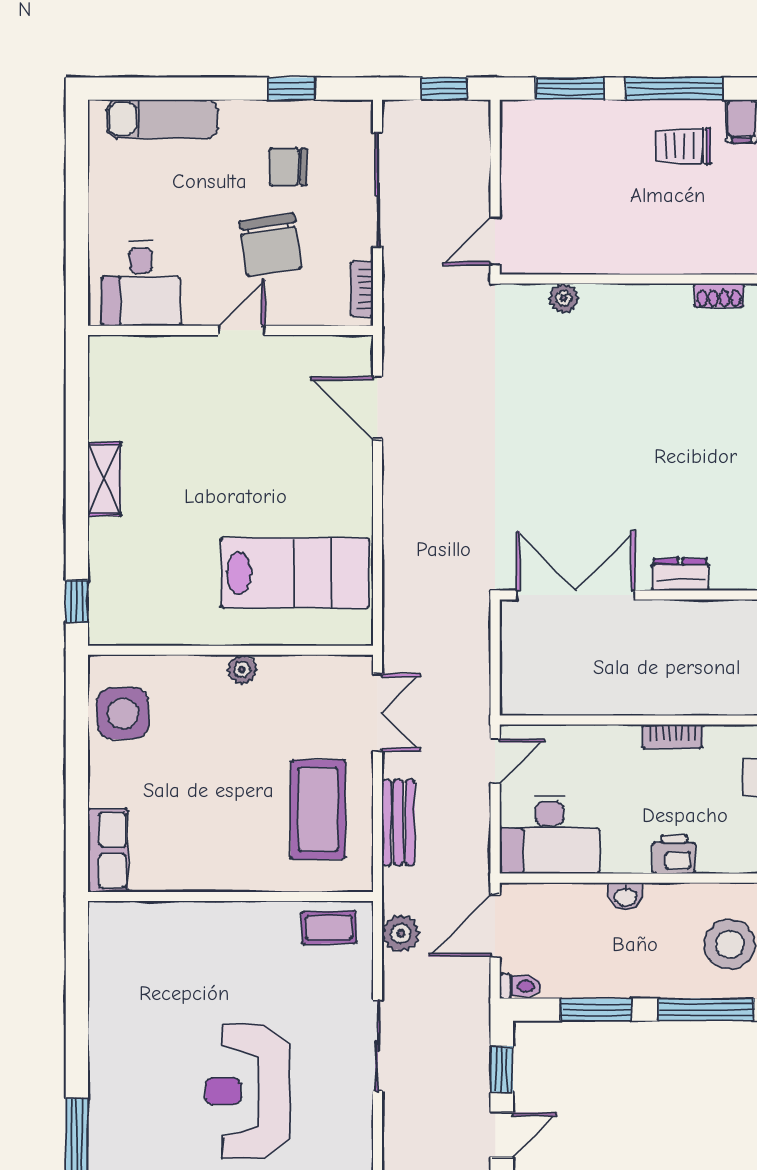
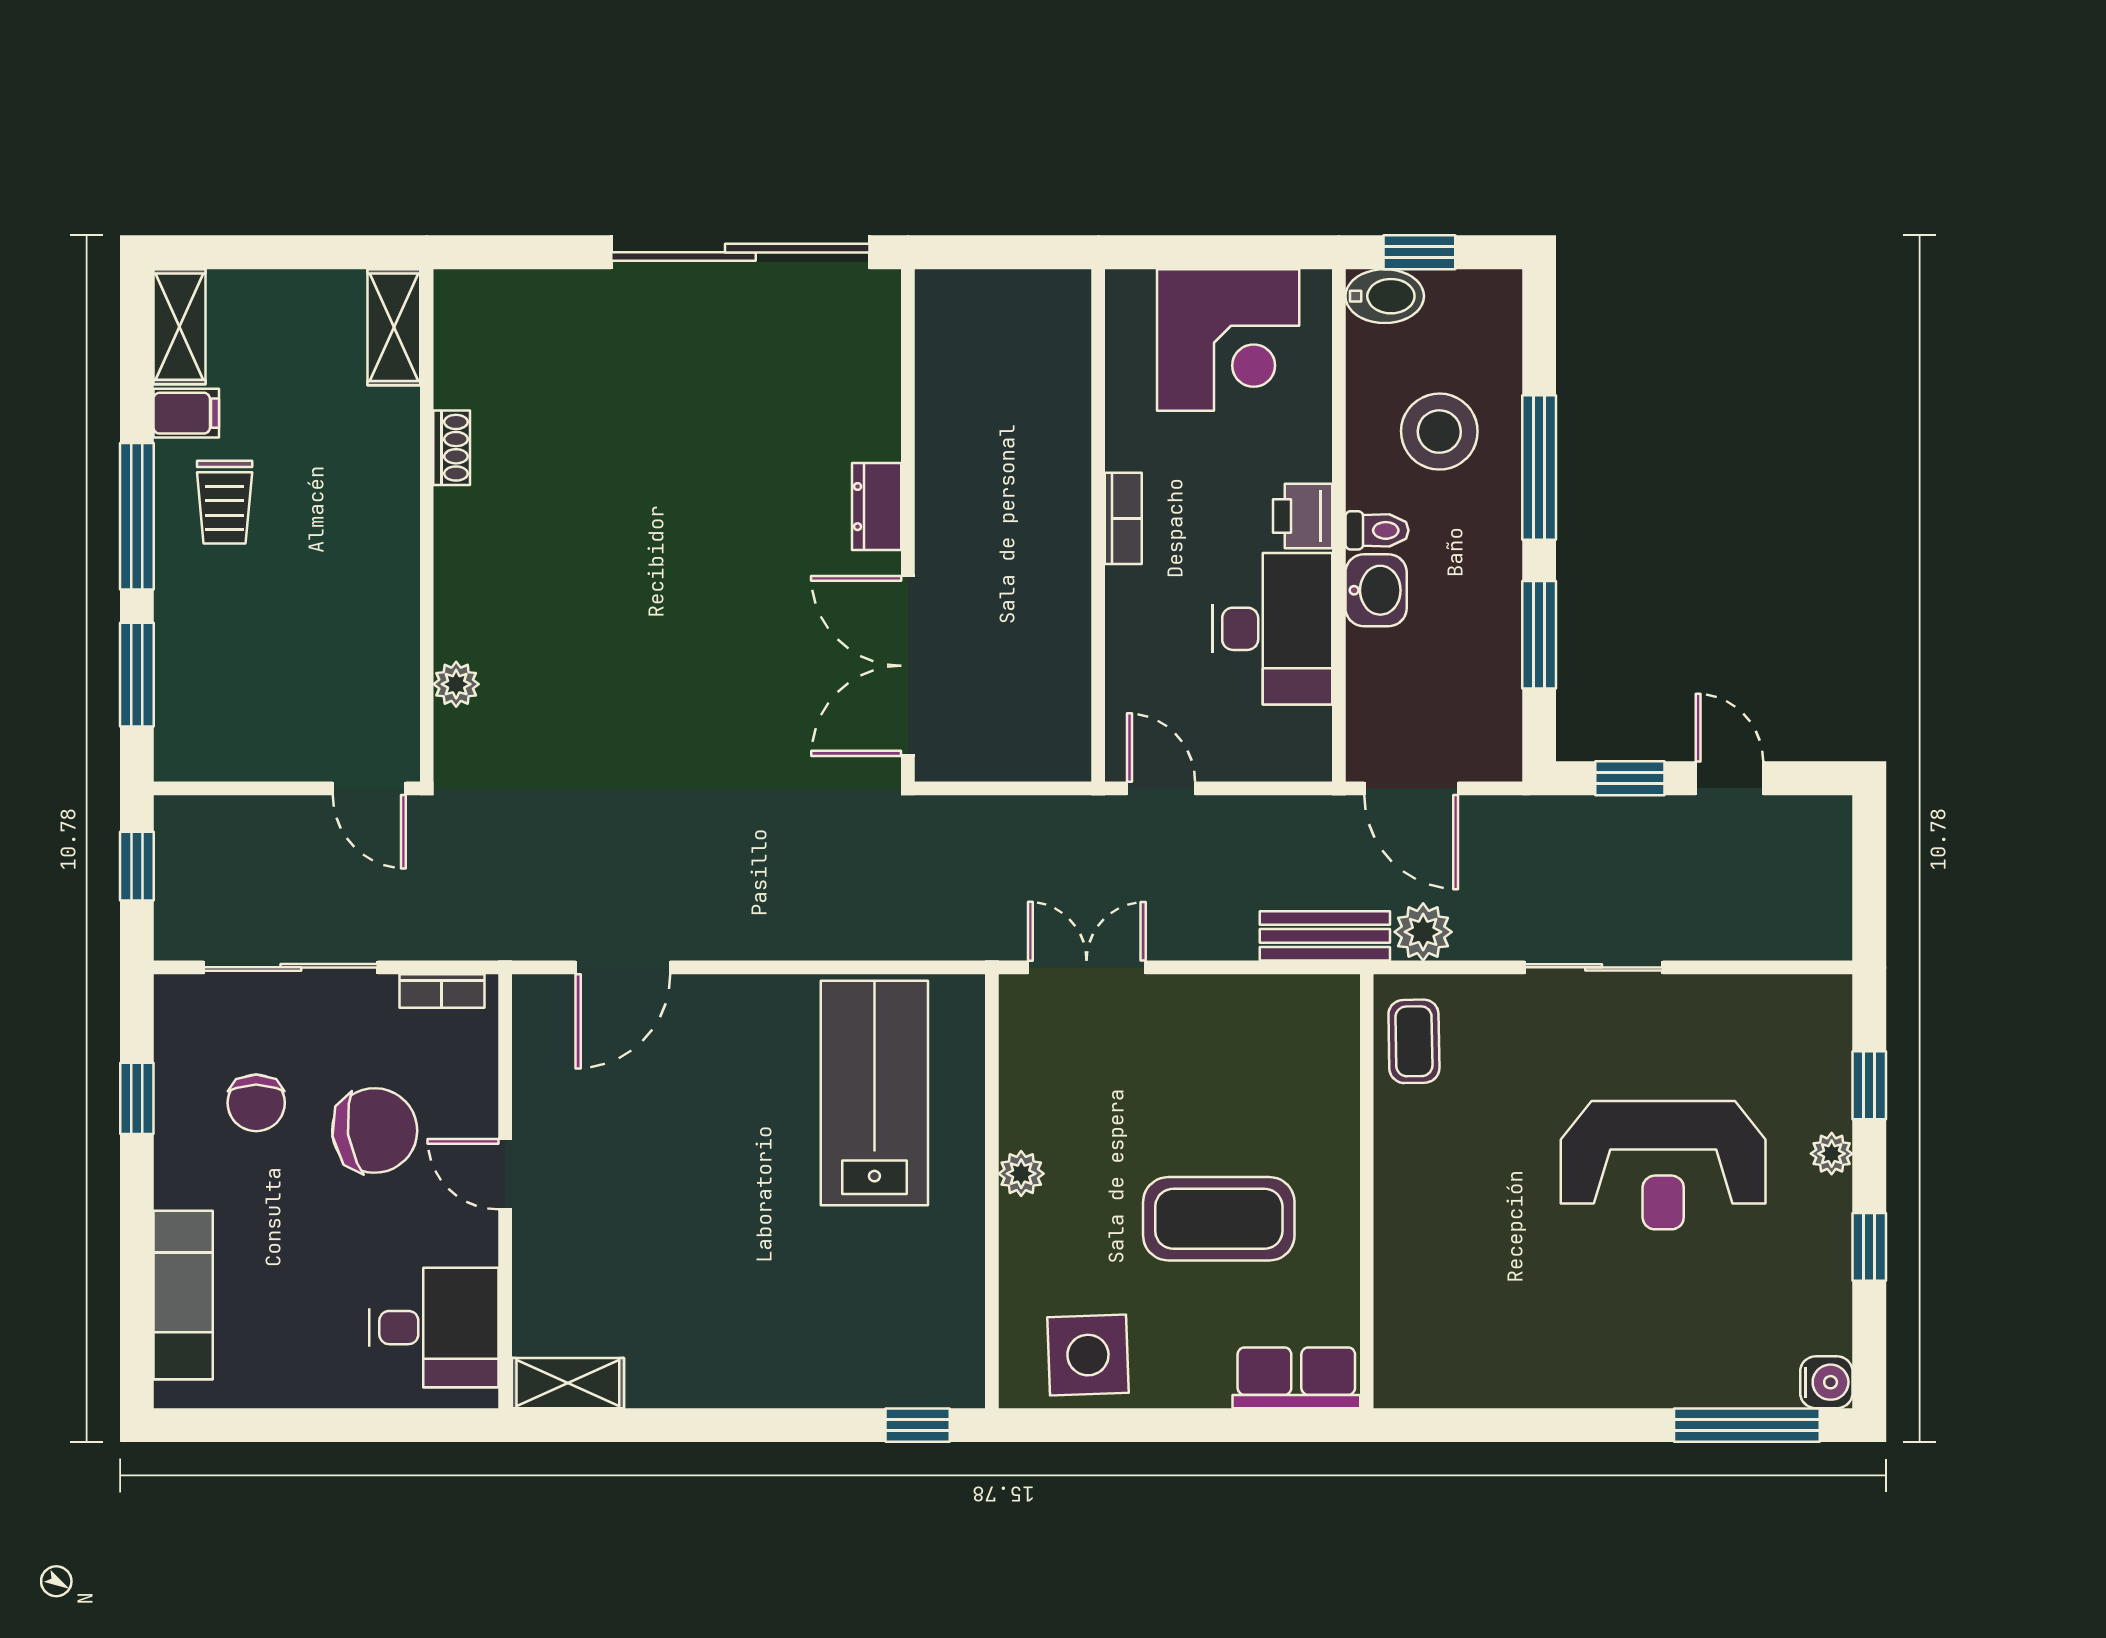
shelving: (104, 479) -> (568, 1383), moved
coffee table: (318, 809) -> (1219, 1219), moved
bench: (398, 823) -> (1325, 936), moved
desk: (549, 835) -> (1272, 629), moved
washbasin: (625, 896) -> (1376, 590), width x1.38, depth x1.45
toilet: (520, 986) -> (1377, 530), moved, turned 90

